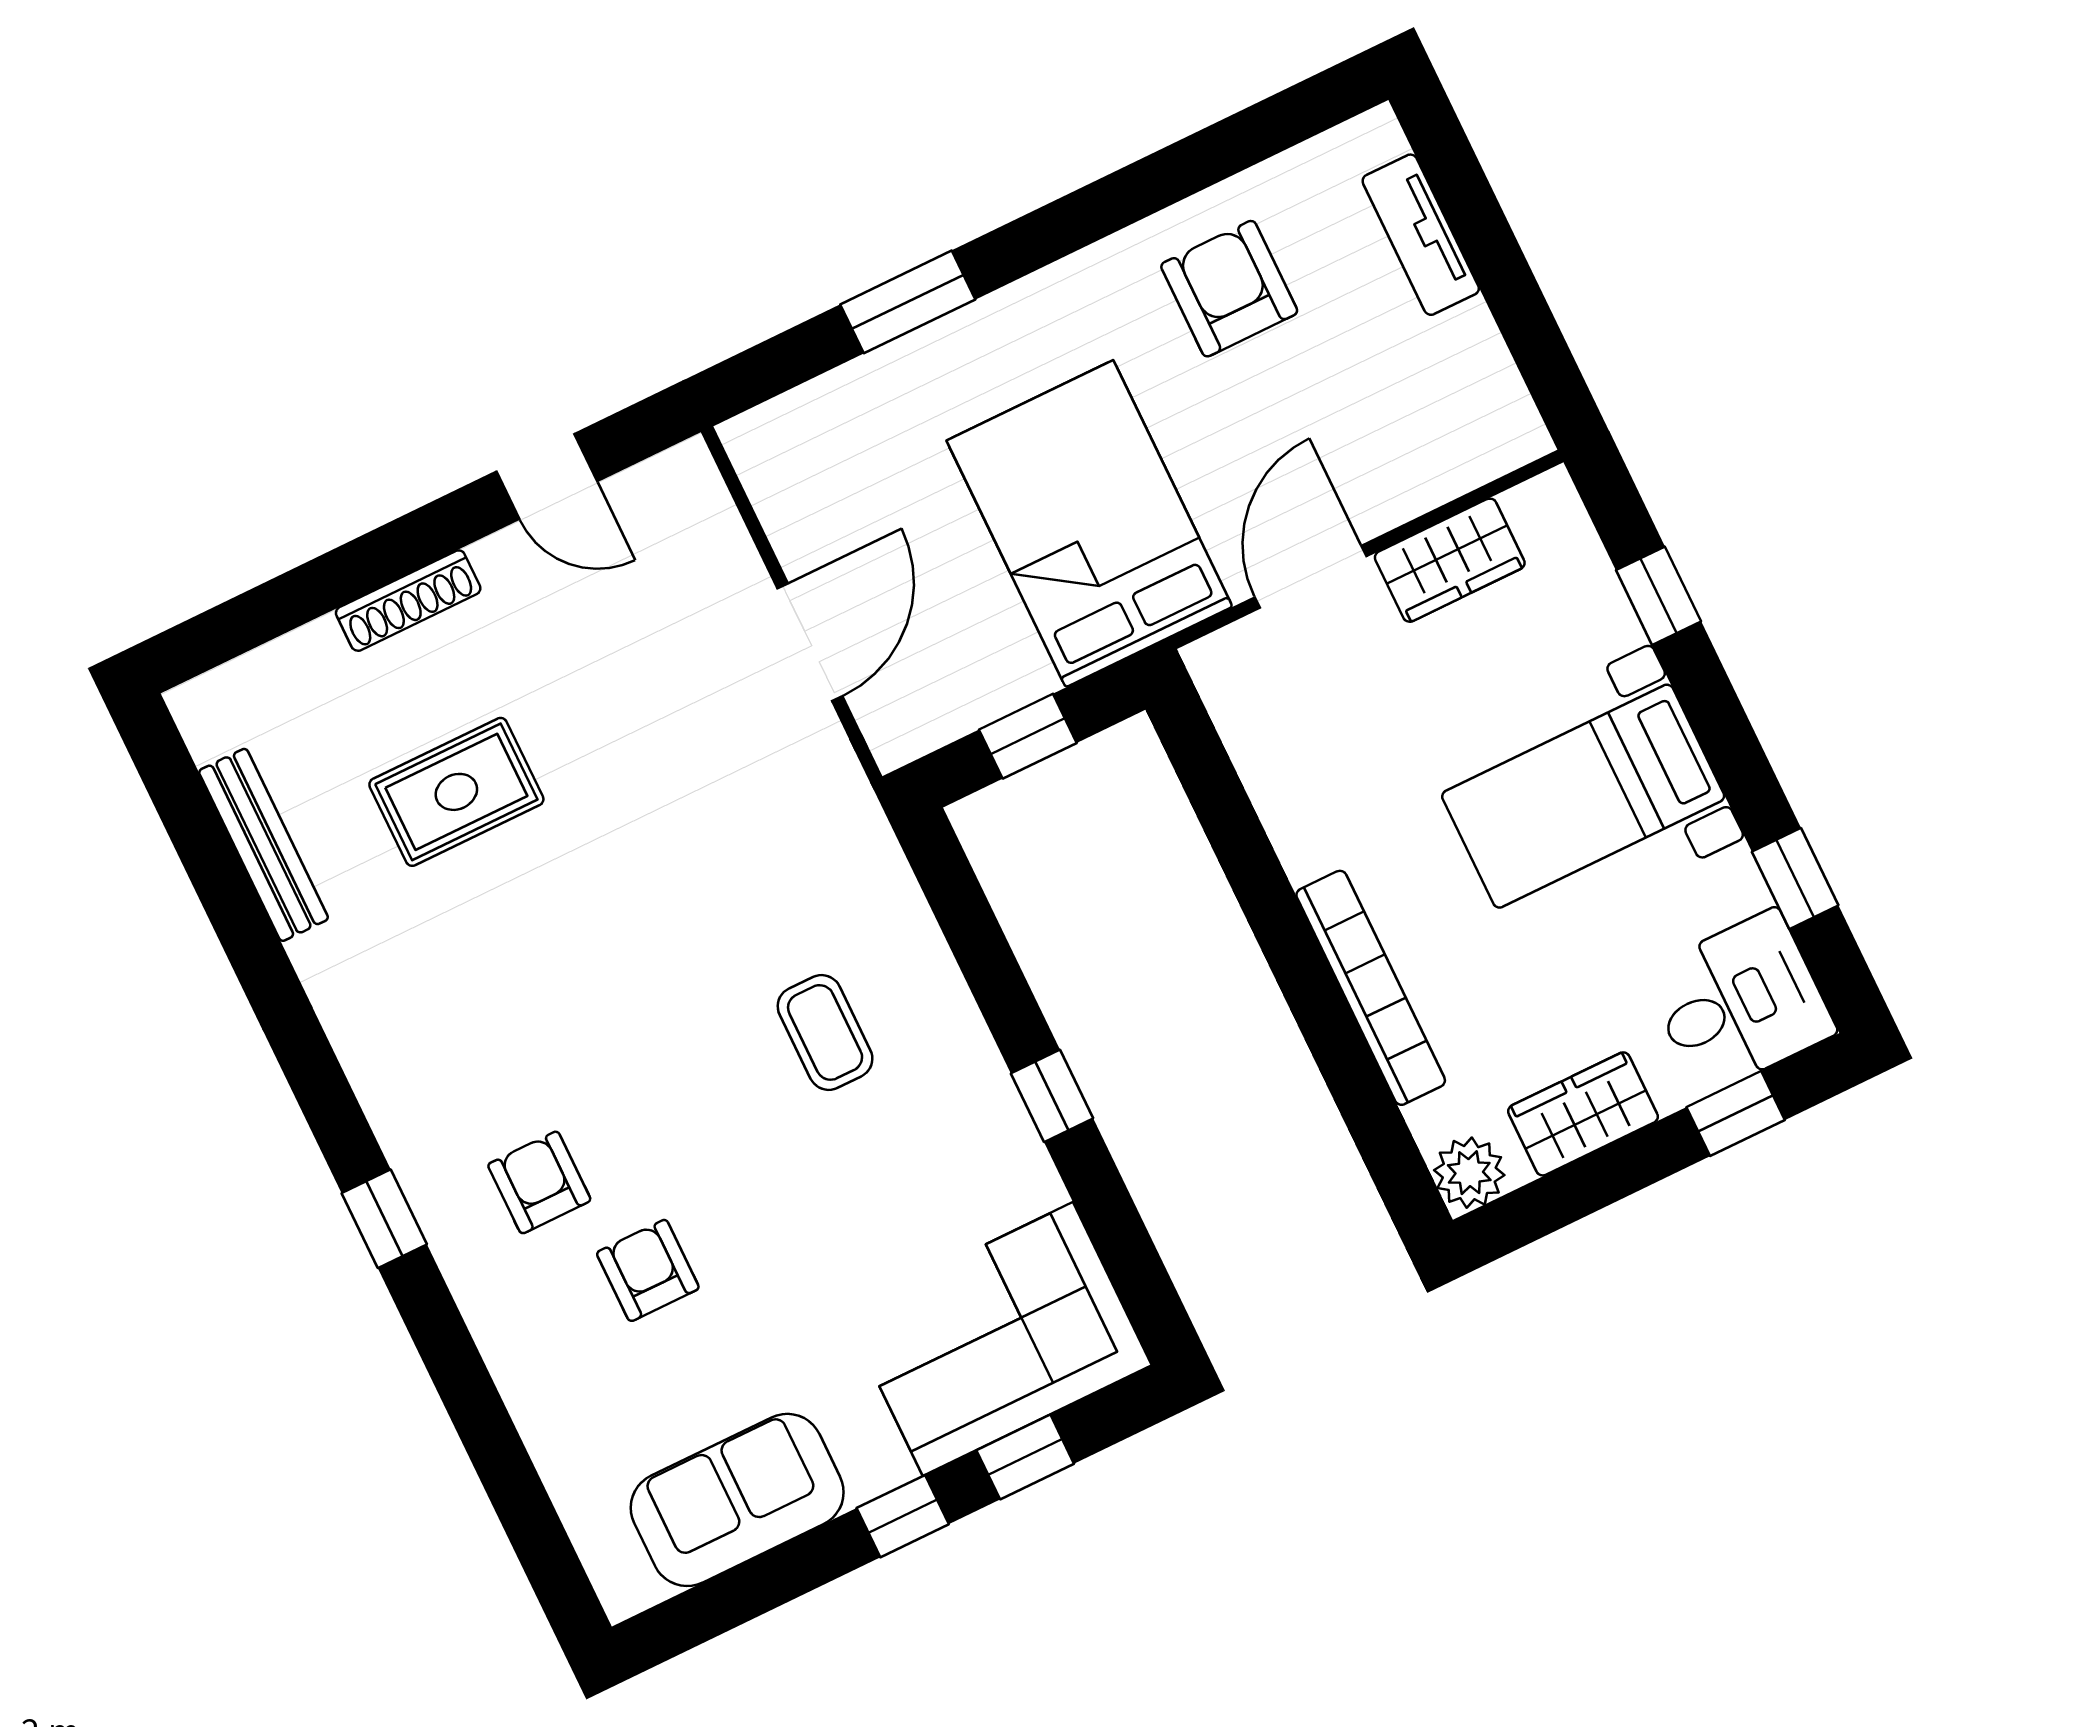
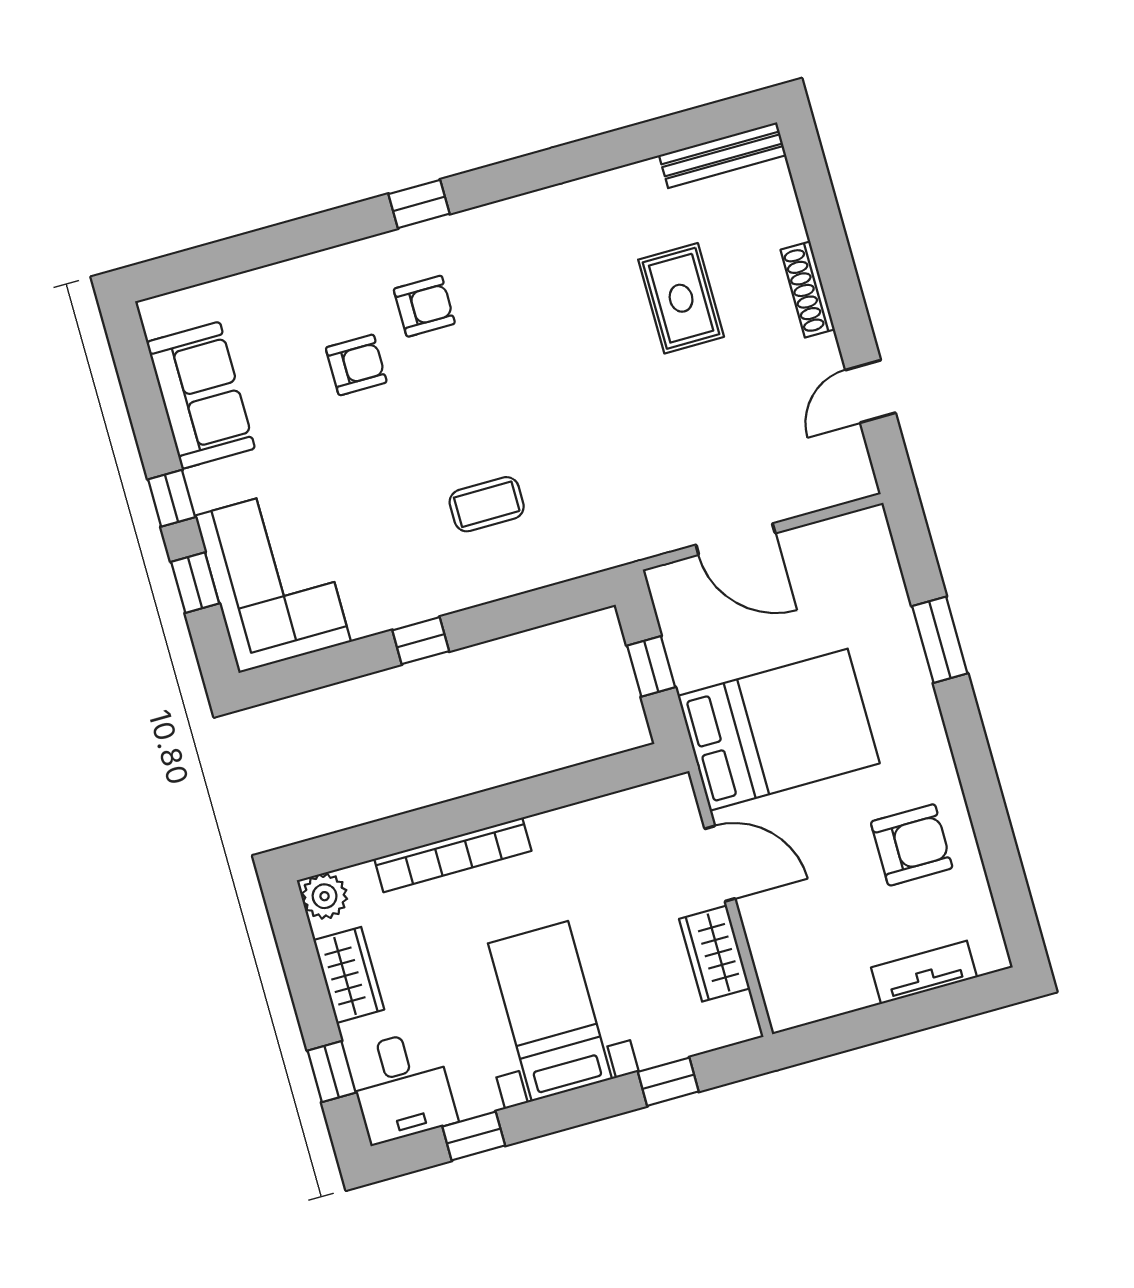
bench: (264, 845) -> (723, 155), moved

